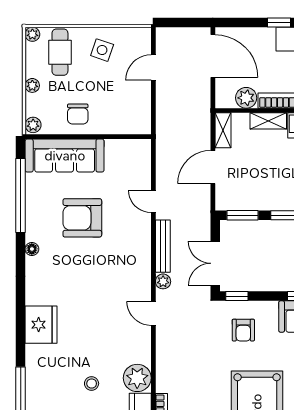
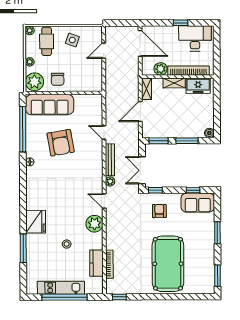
plant: (33, 125) -> (34, 82), width x1.88, depth x1.88
armchair: (82, 218) -> (61, 143), turned -100
fridge: (41, 325) -> (36, 222), moved
armchair: (243, 330) -> (159, 211), turned 180
plant: (137, 378) -> (94, 224), moved

